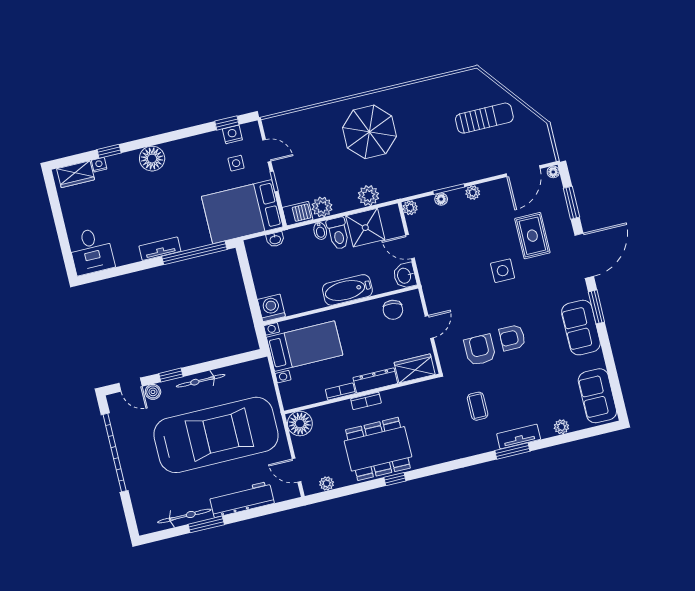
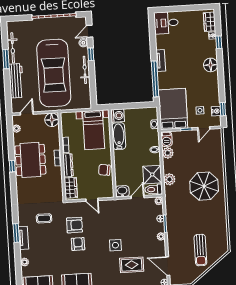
toilet: (338, 233) -> (154, 189), moved
bathtub: (347, 290) -> (119, 136), moved
chair: (393, 310) -> (104, 170), moved

